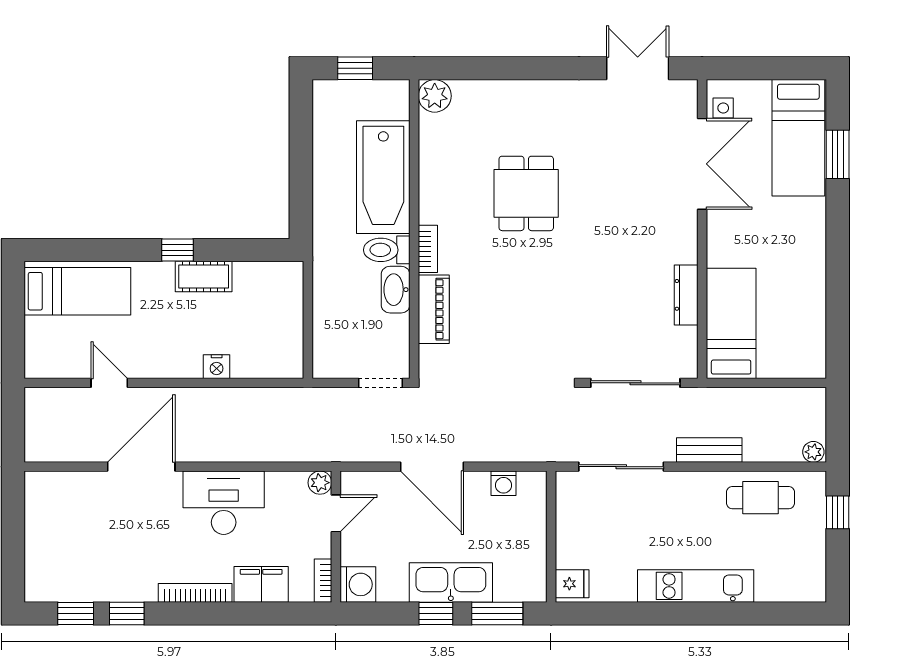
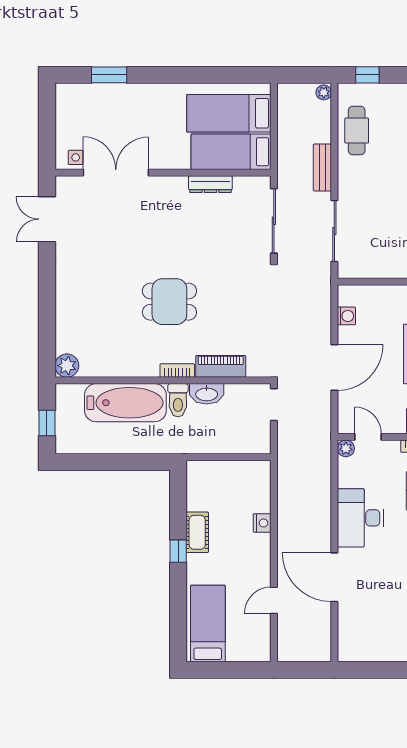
bed: (798, 138) -> (229, 113), moved, turned 180
dining table: (526, 193) -> (169, 302), moved

